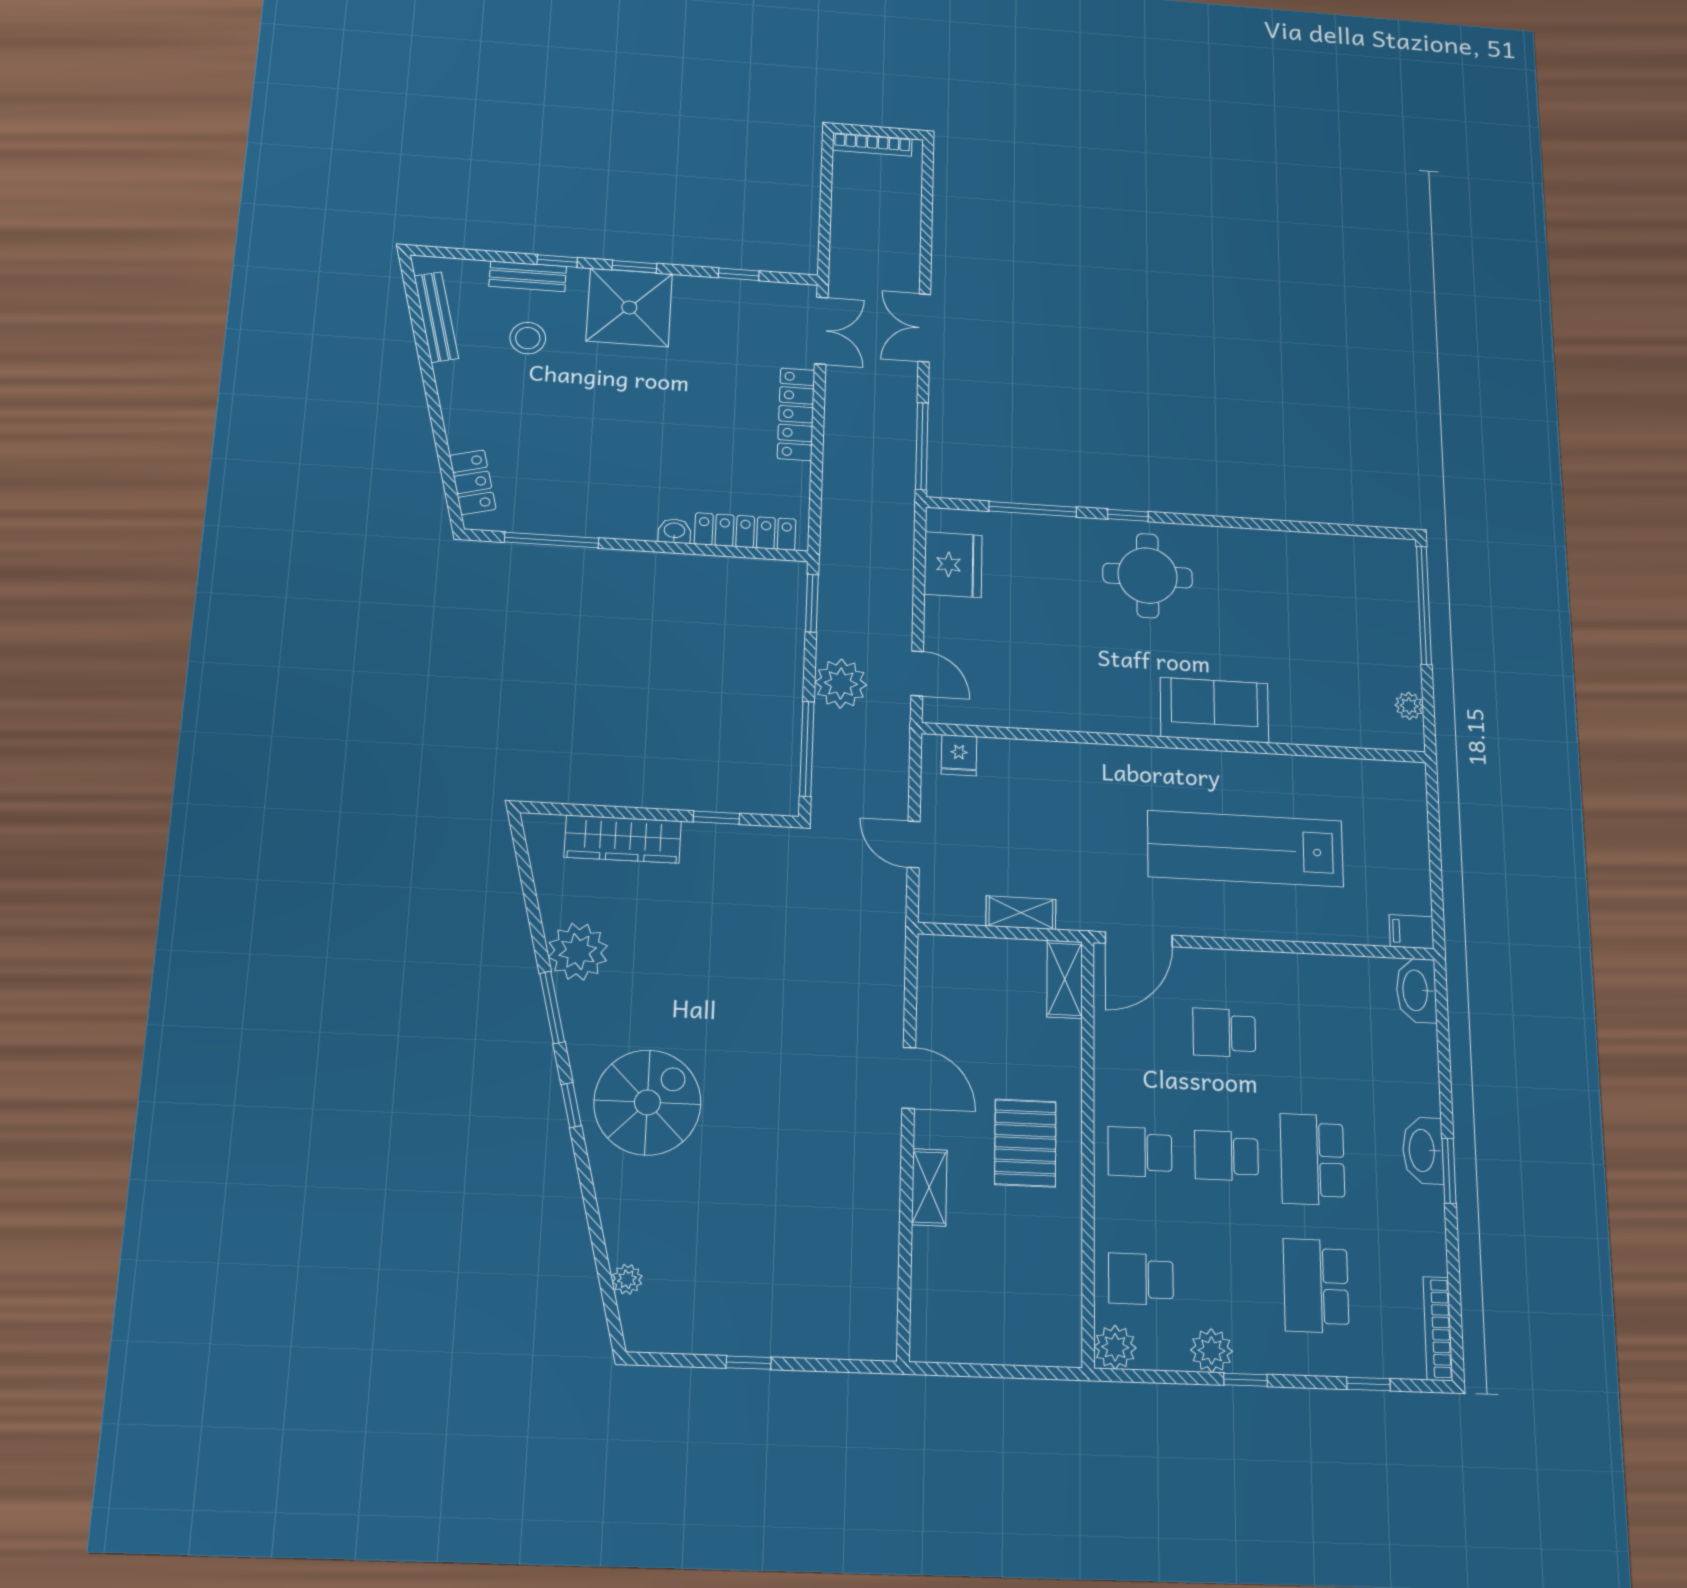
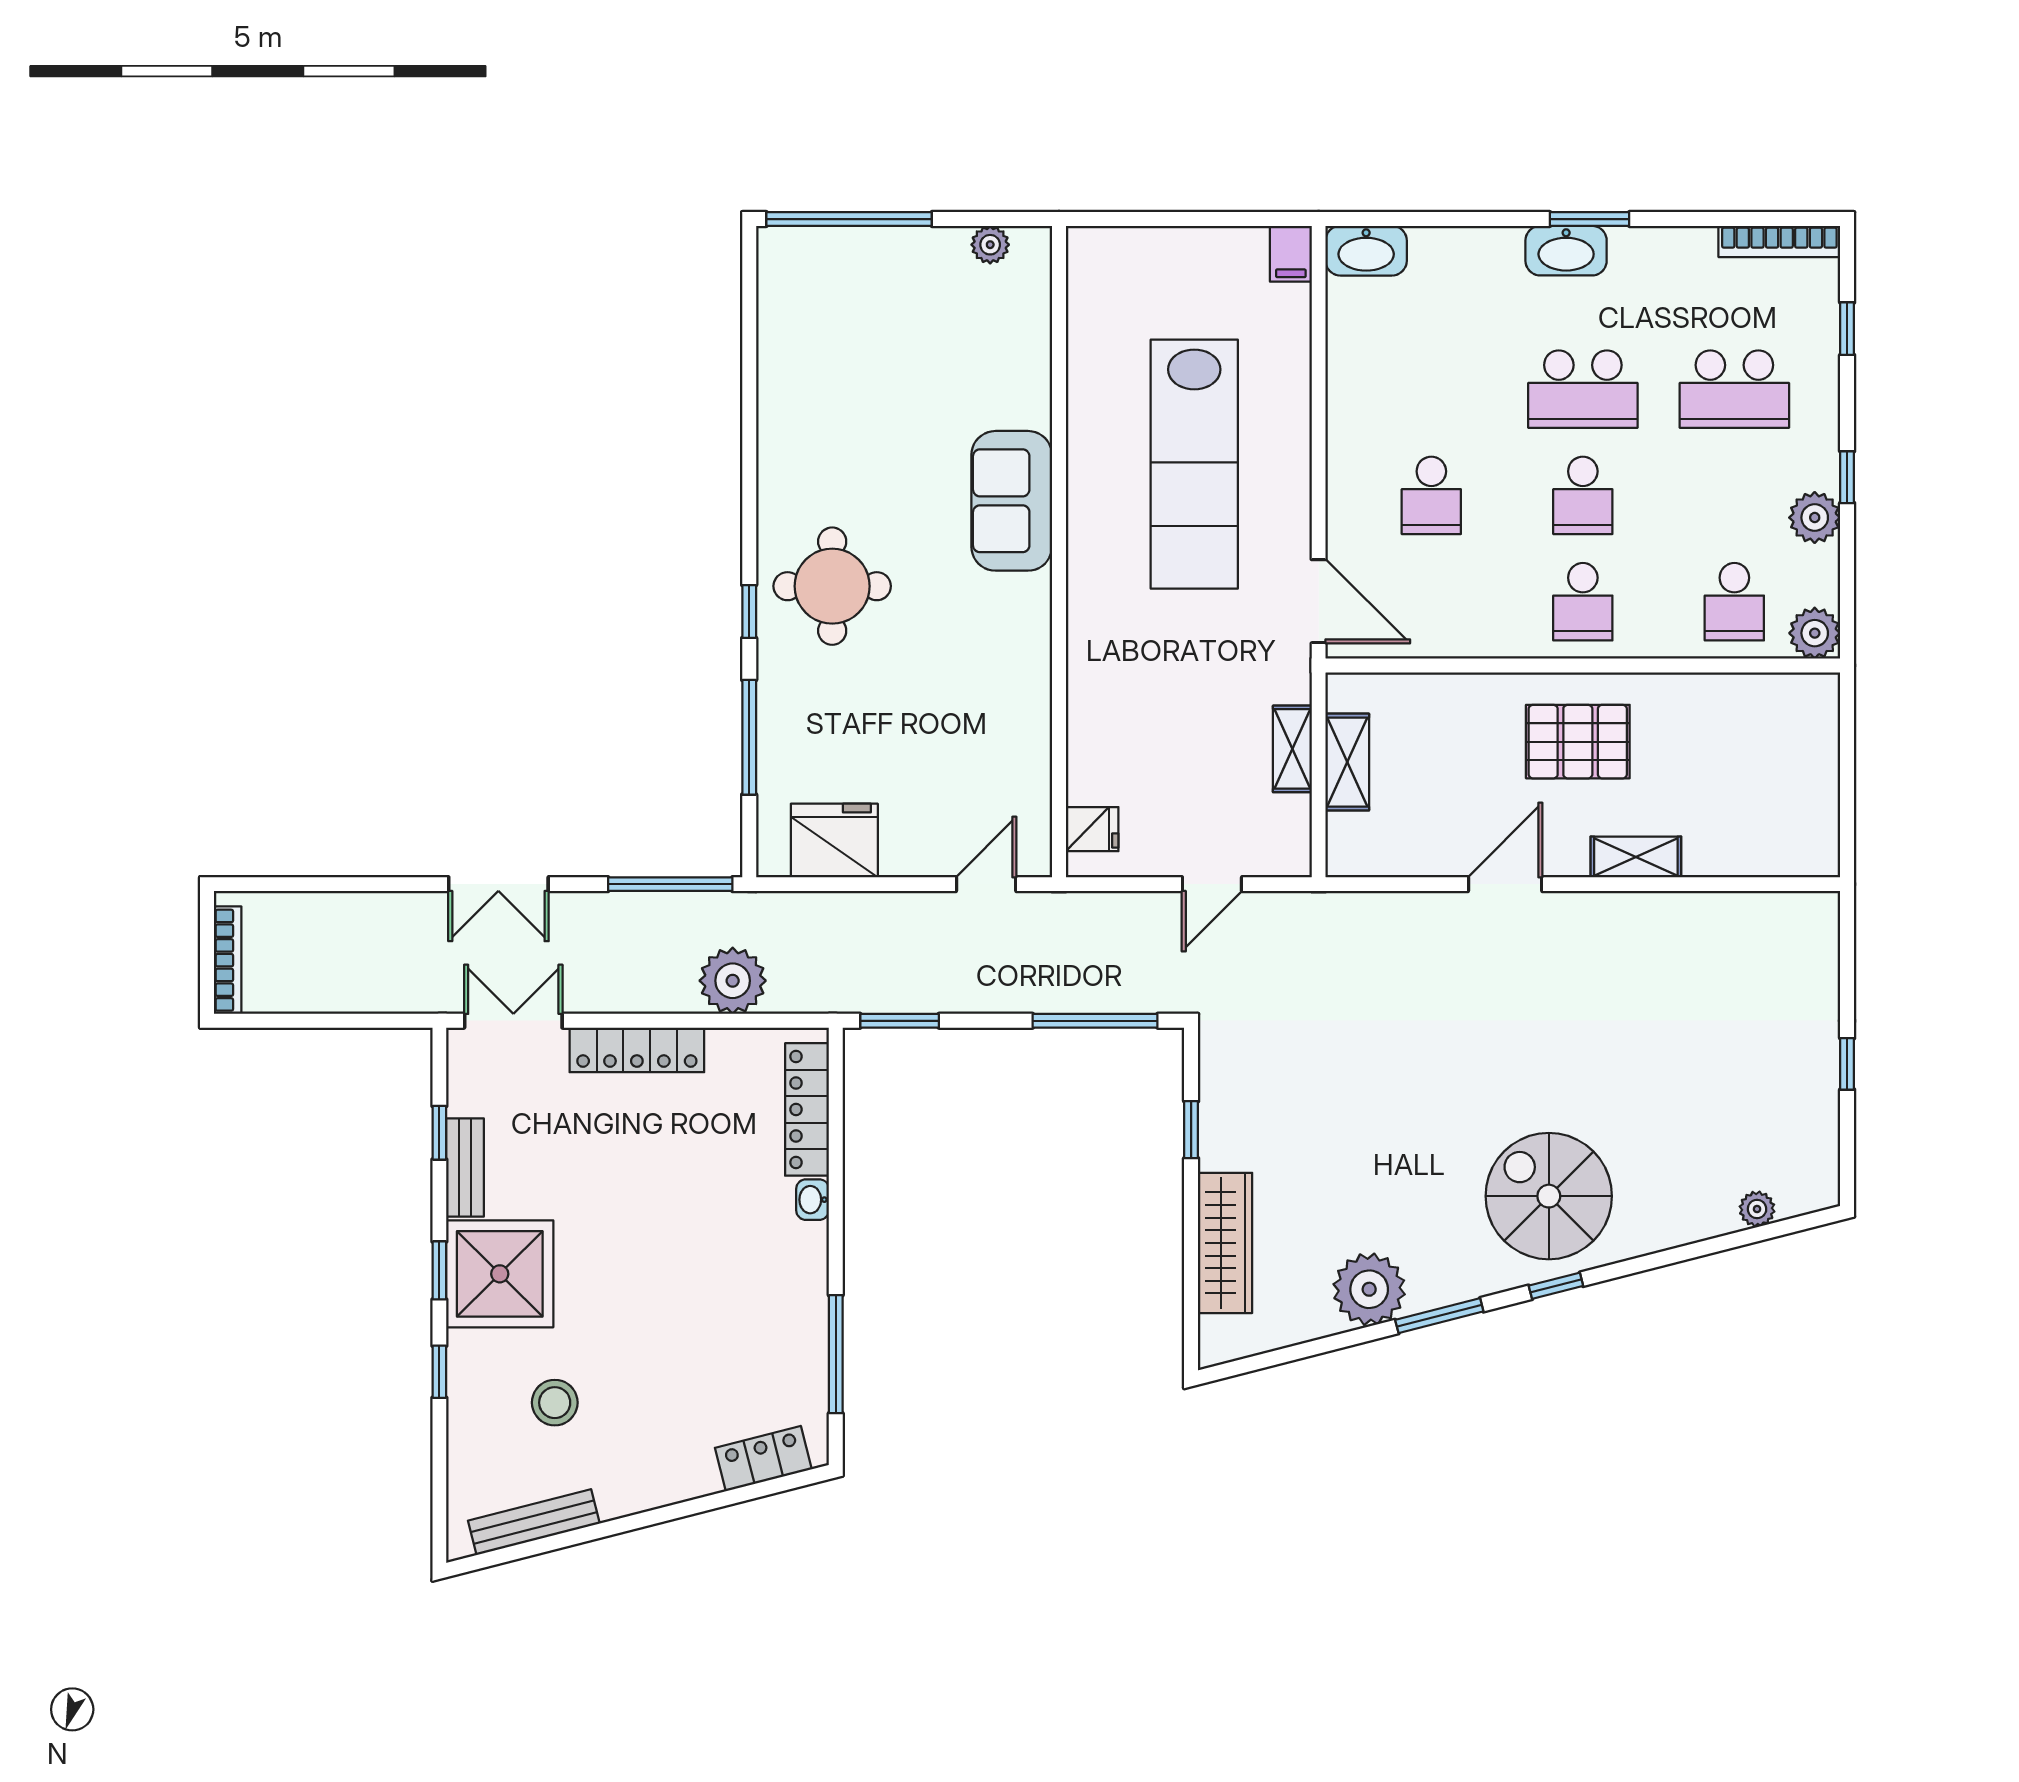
bench: (528, 276) -> (465, 1167), moved
plant: (841, 683) -> (733, 981), moved
shelving: (1065, 979) -> (1347, 762), moved, turned 90

